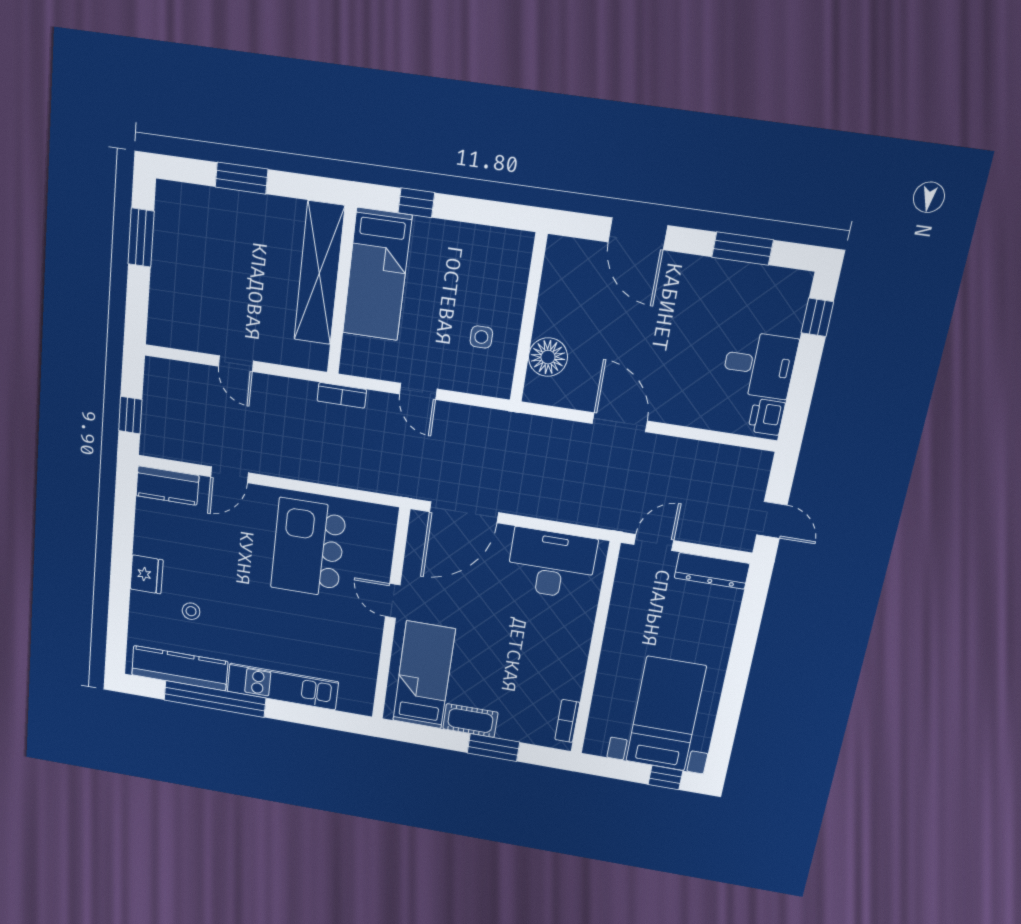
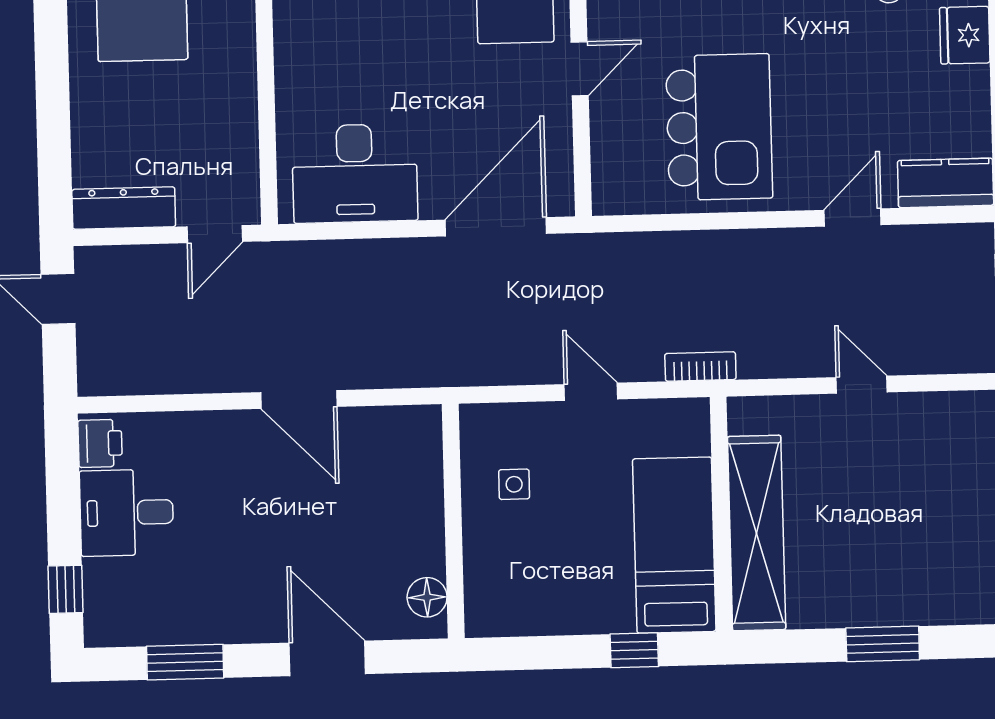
floor lamp: (548, 357) -> (427, 597), moved, width x0.73, depth x0.73
door: (393, 601) -> (580, 69), hinge flipped

